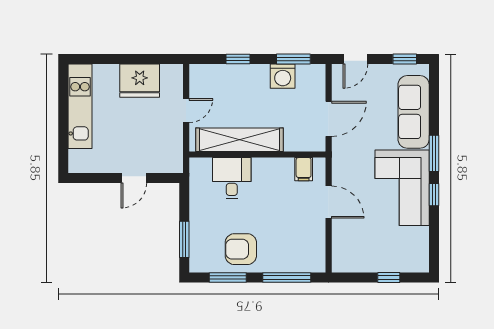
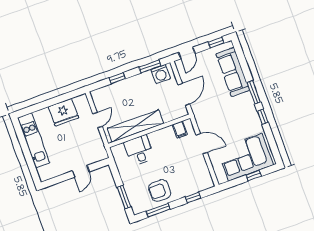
washing machine: (283, 76) -> (161, 74), moved
corner sofa: (402, 188) -> (245, 157), moved, turned 90
window: (287, 278) -> (193, 198), width x0.46

